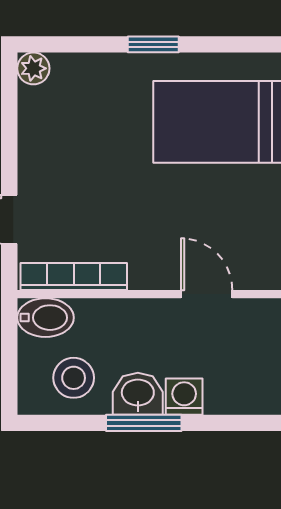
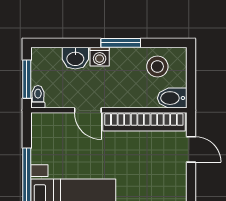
bookcase: (74, 276) -> (144, 122), width x1.48, depth x1.31
washbasin: (138, 394) -> (75, 58), moved

